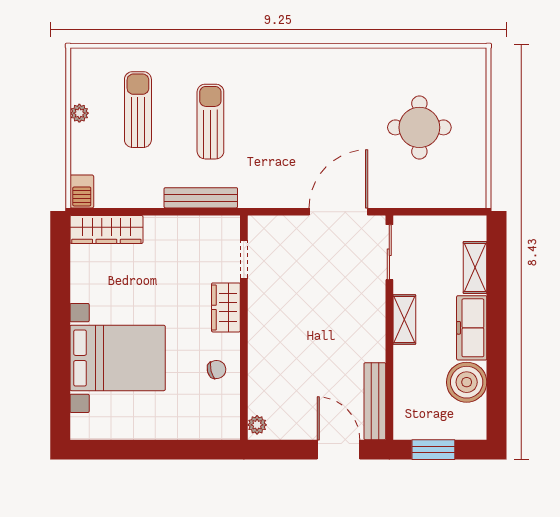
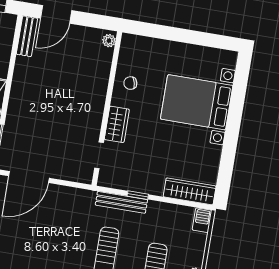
window: (179, 212) -> (138, 195), added
bench: (375, 401) -> (27, 36), width x0.73
door: (338, 450) -> (56, 14), hinge flipped

